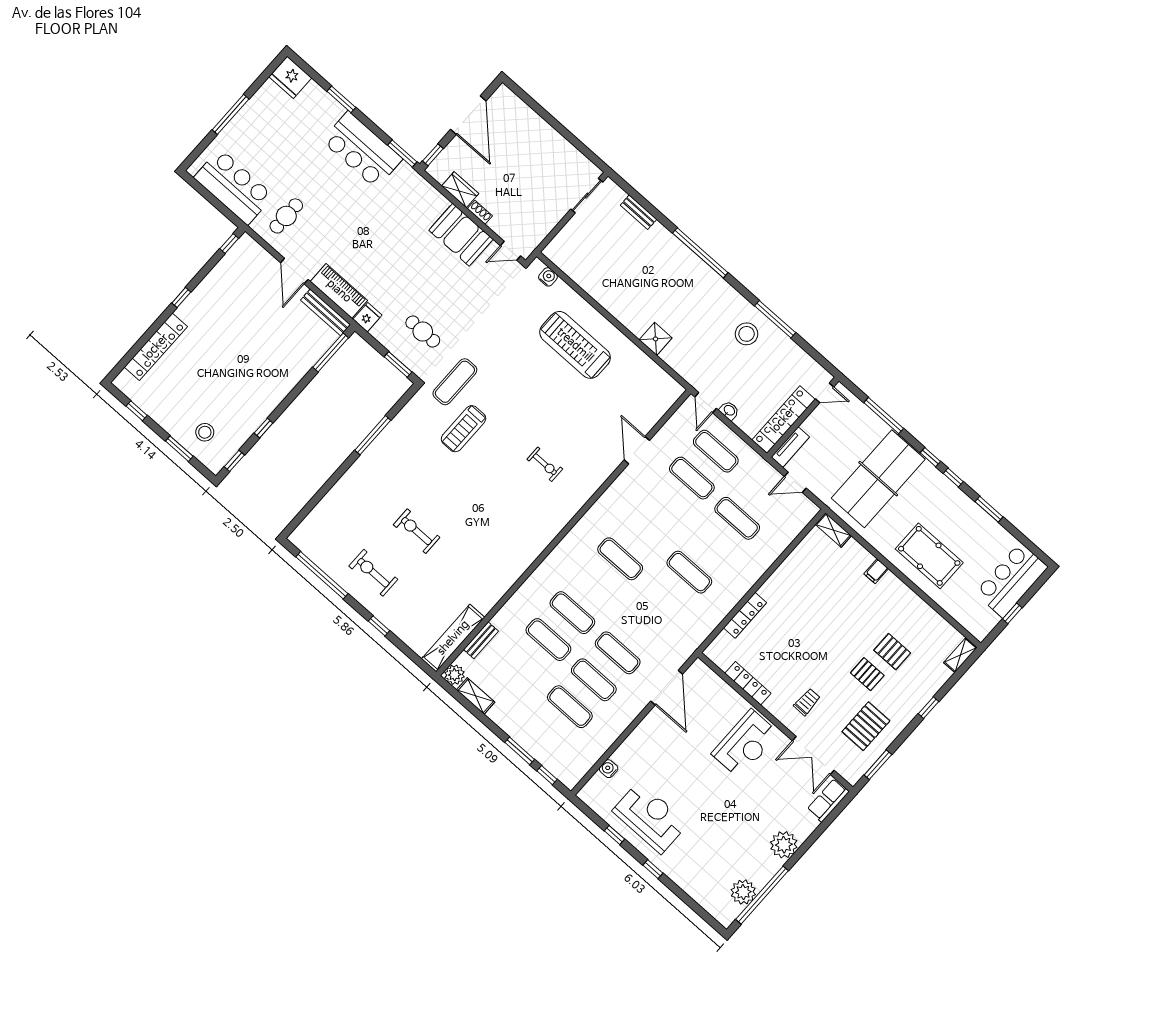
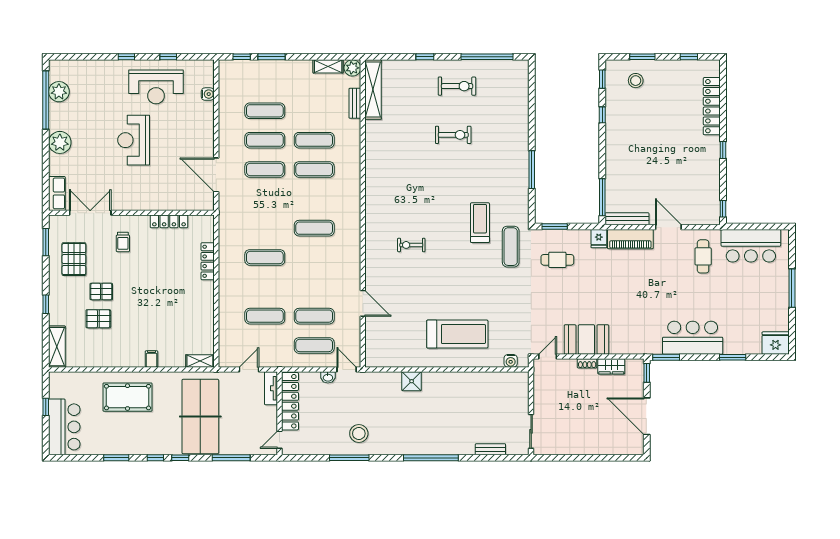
shelving: (960, 655) -> (57, 347), width x1.50, depth x1.33
reception desk: (745, 744) -> (134, 140), moved

